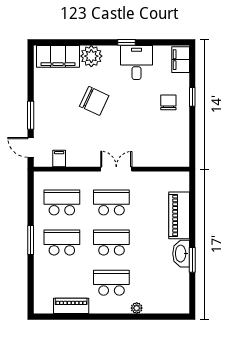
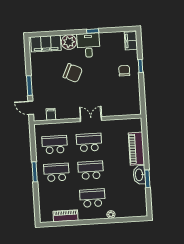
desk: (136, 62) -> (88, 45), moved

